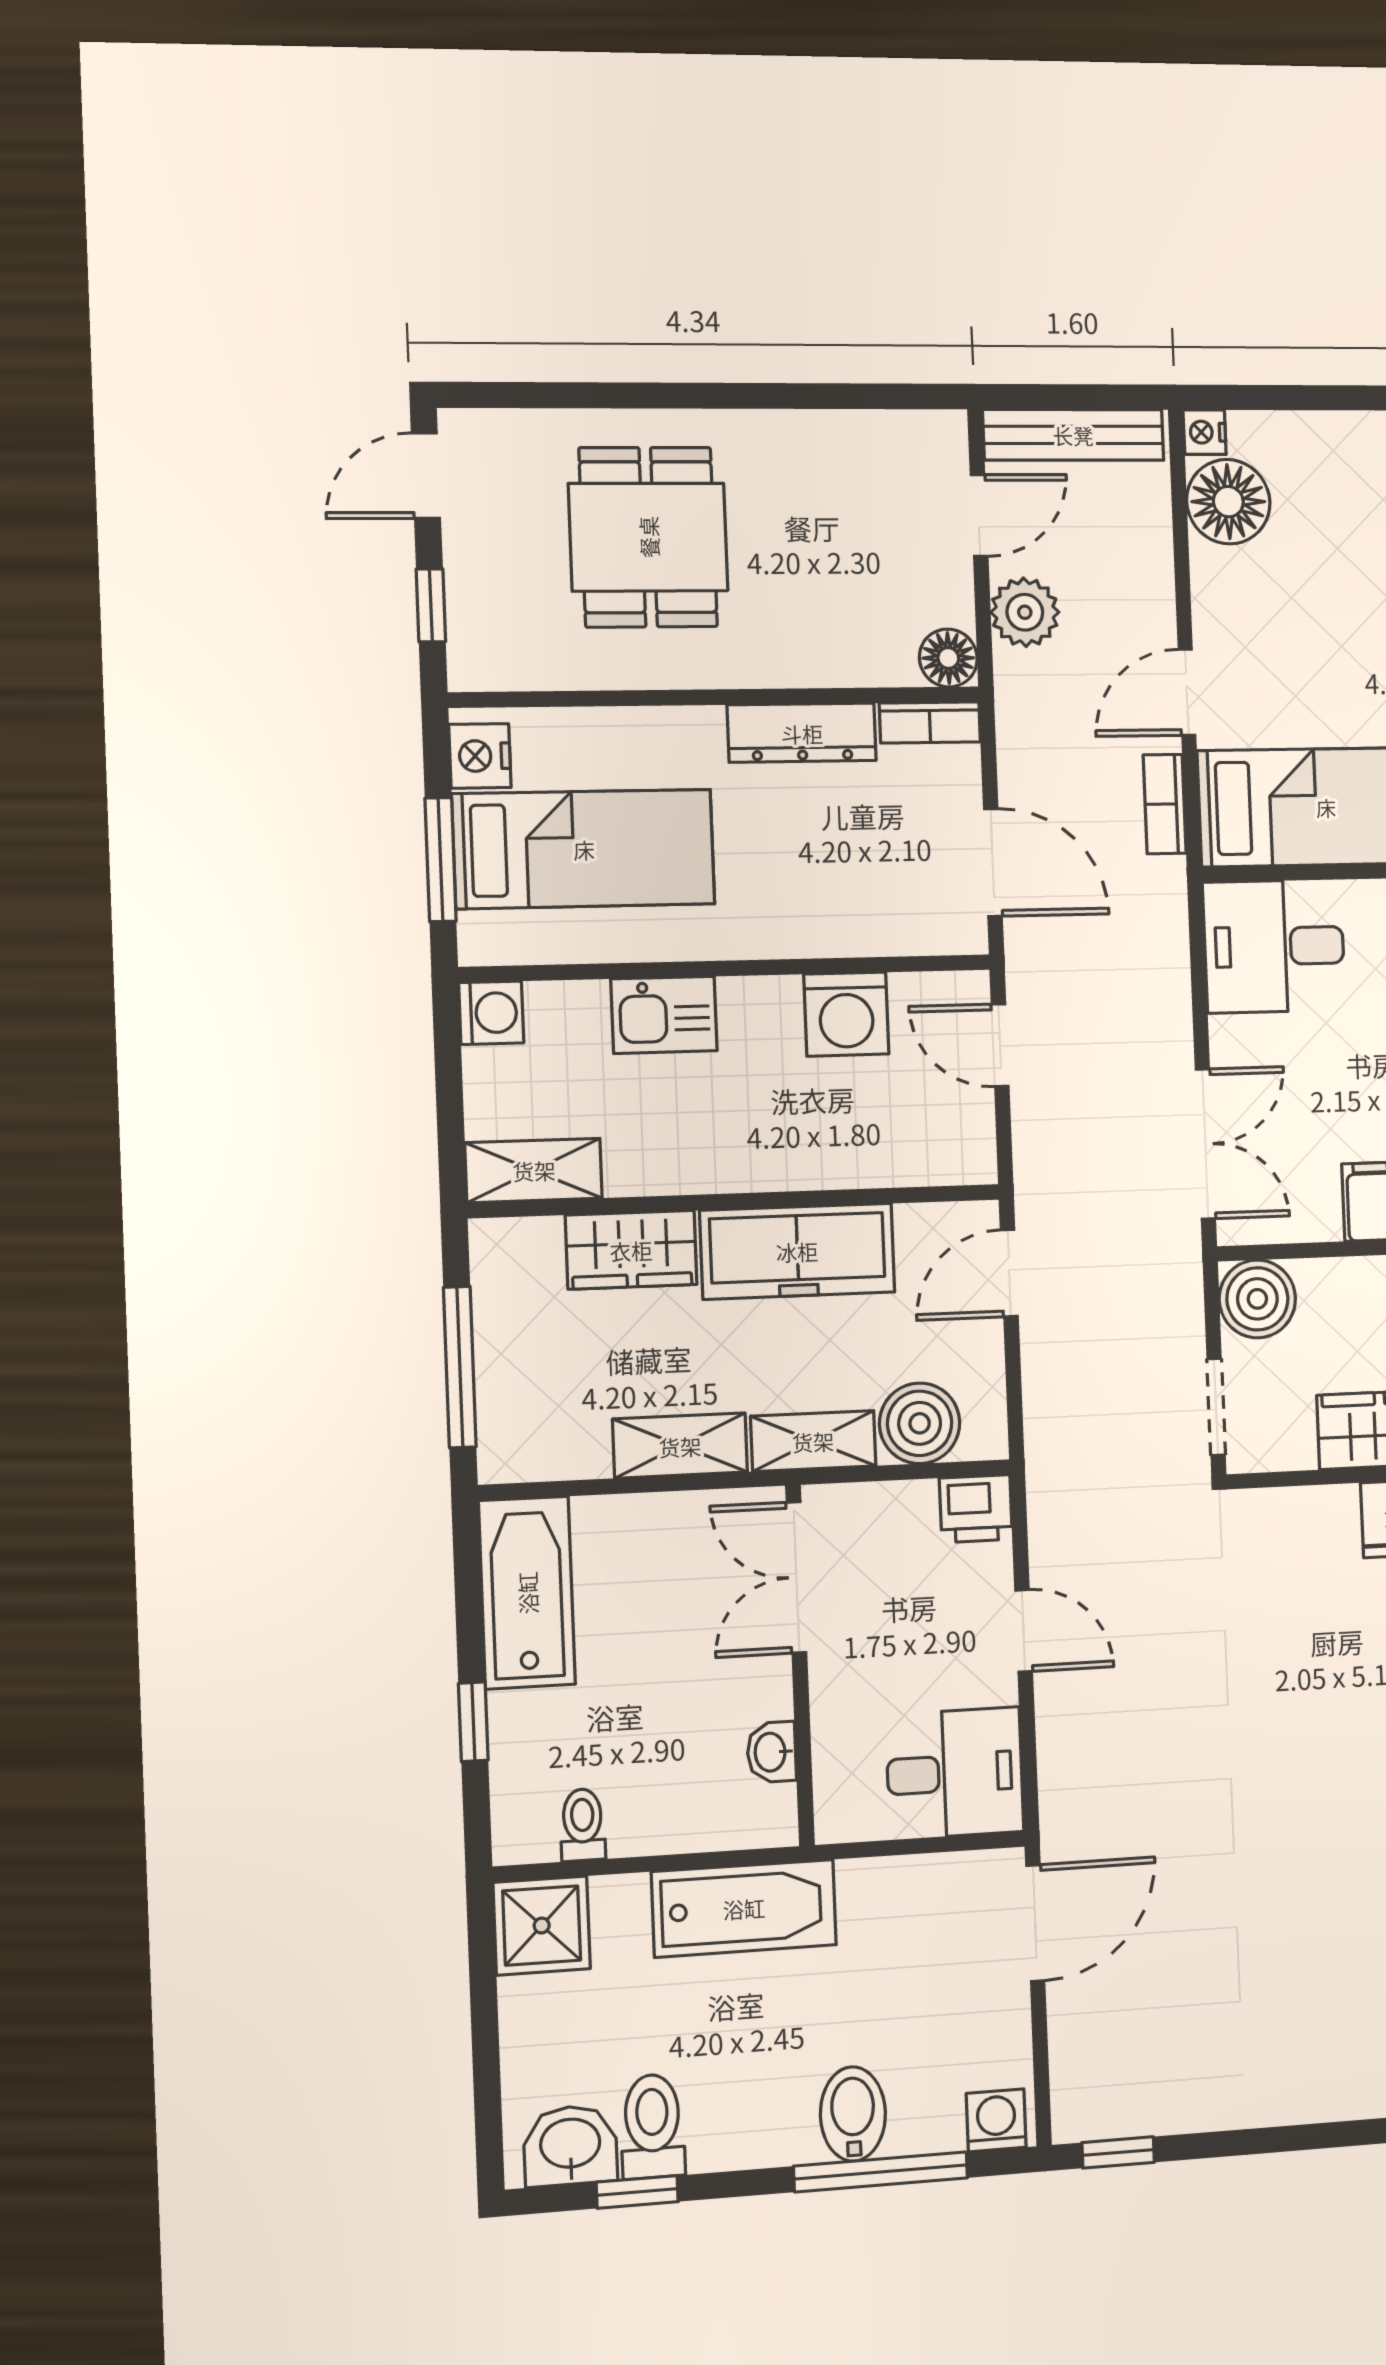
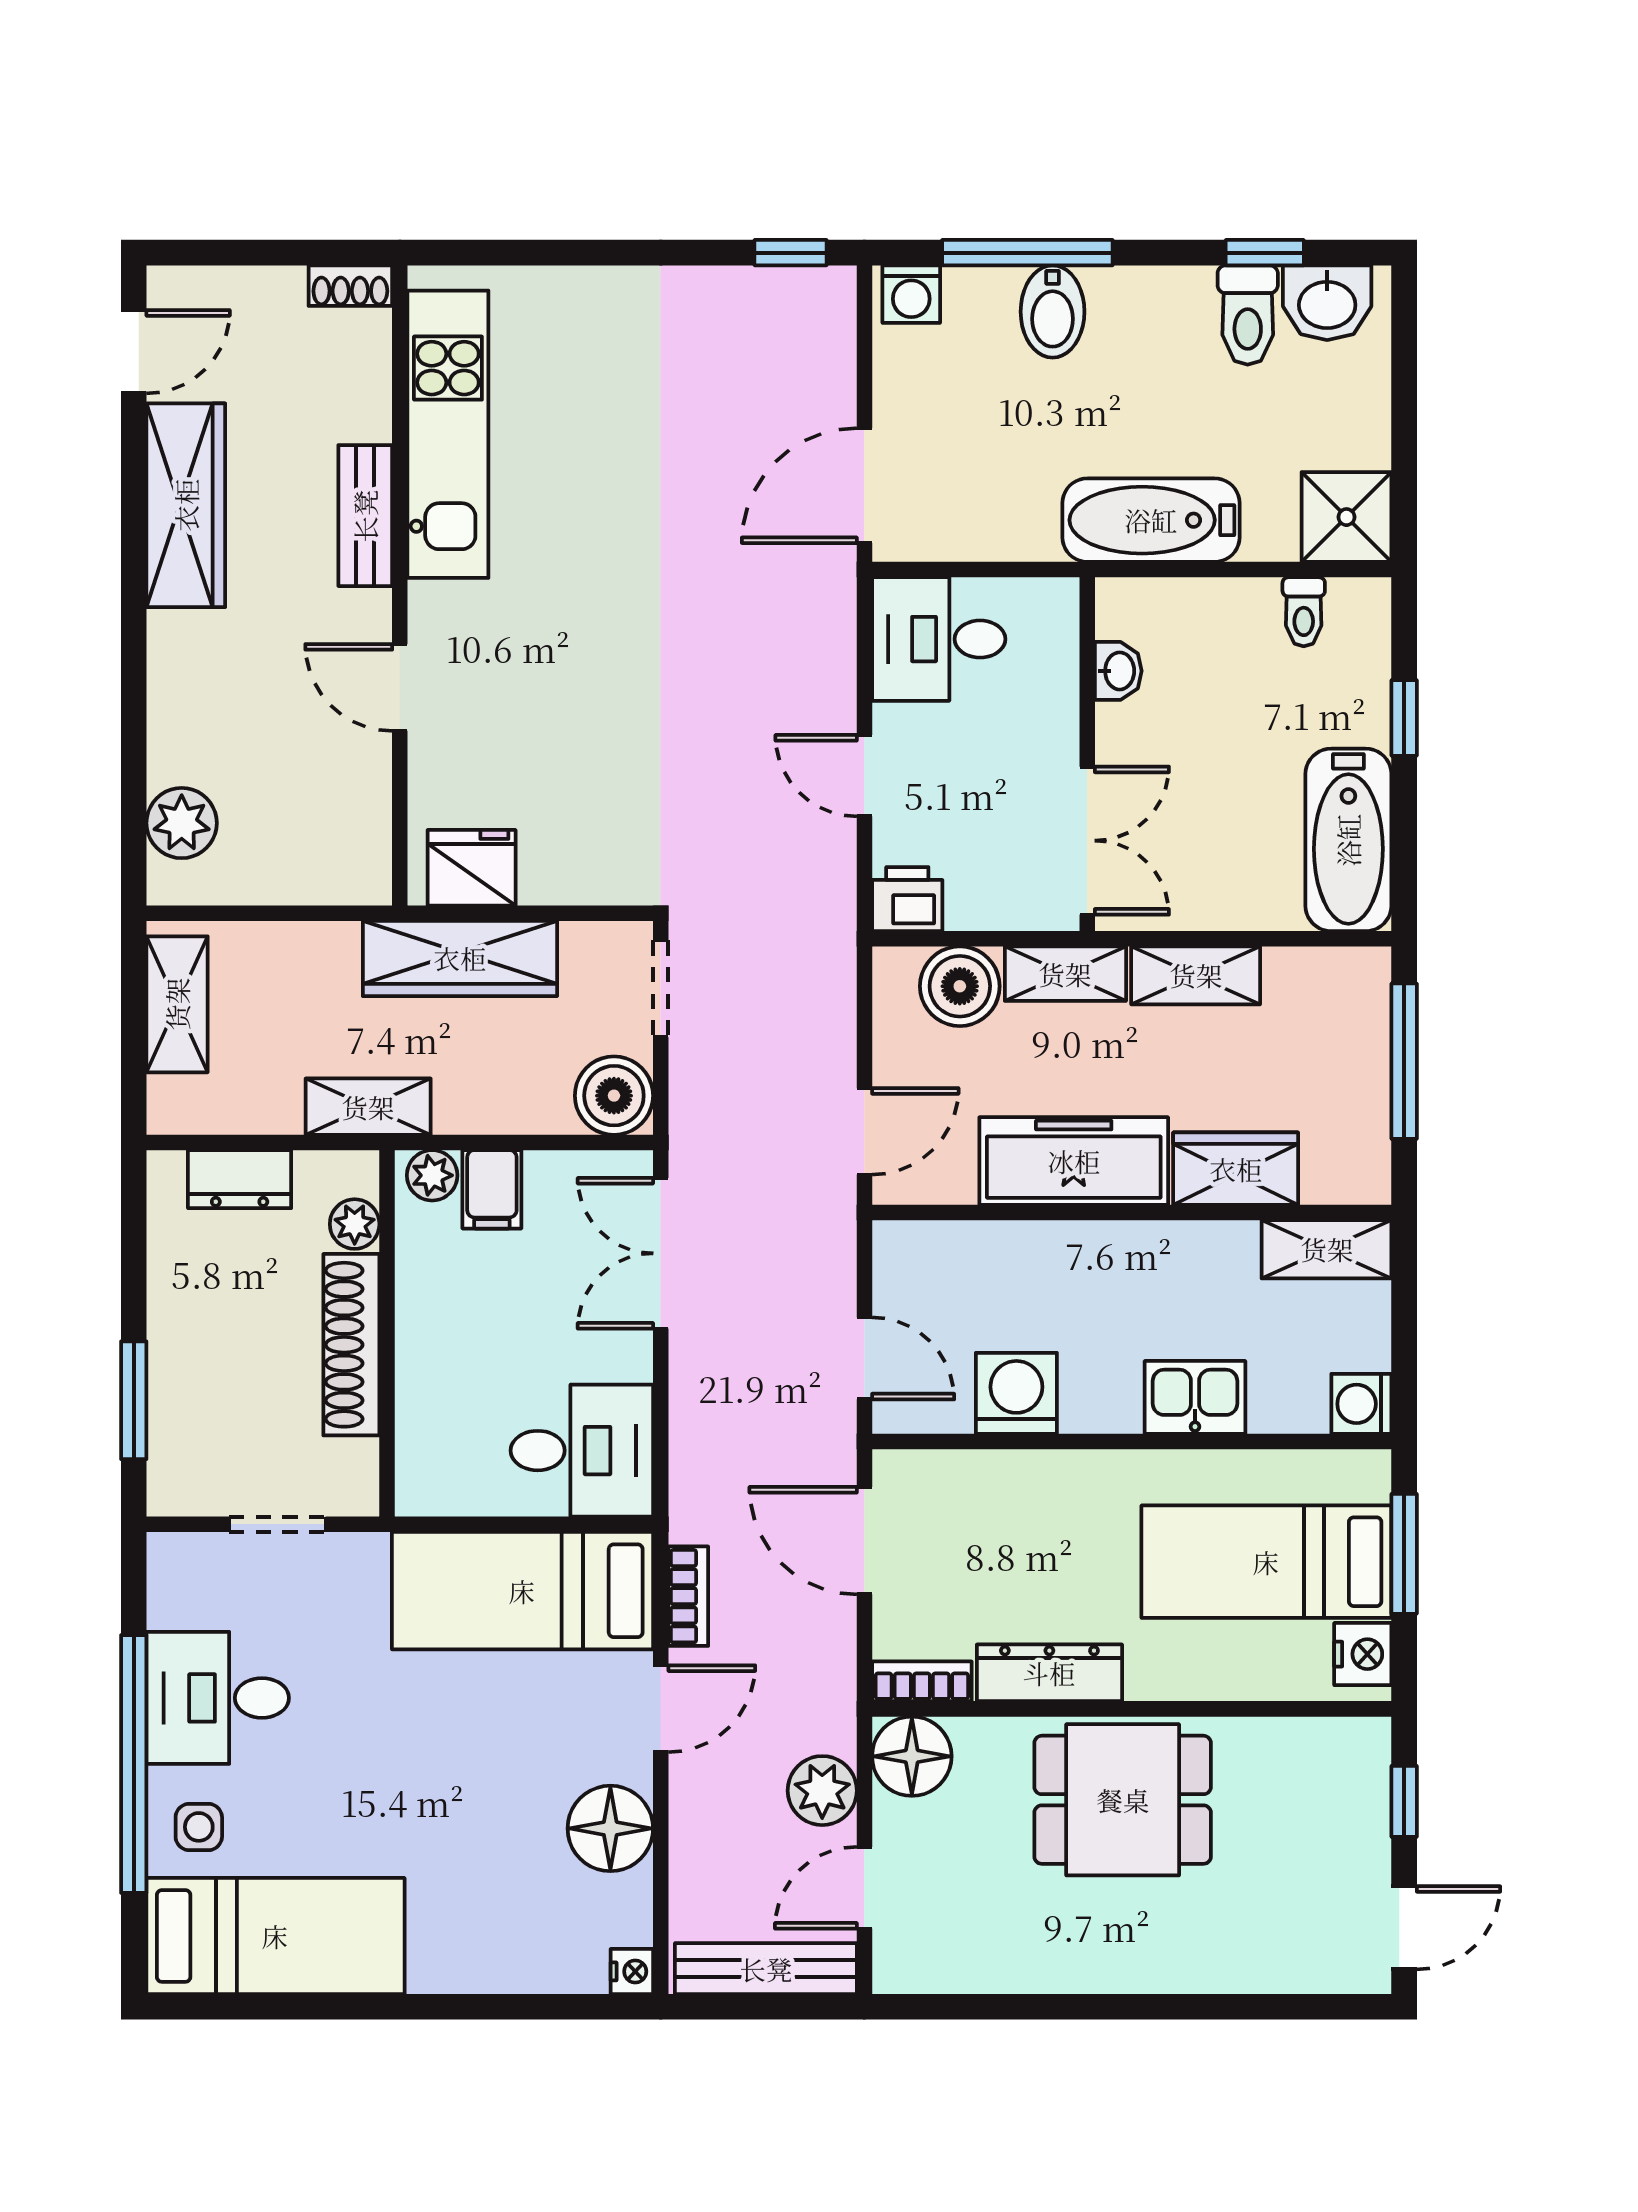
floor lamp: (1228, 502) -> (610, 1828), moved
dining table: (648, 537) -> (1123, 1800), moved, turned 90
floor lamp: (948, 658) -> (912, 1756), width x1.38, depth x1.38

